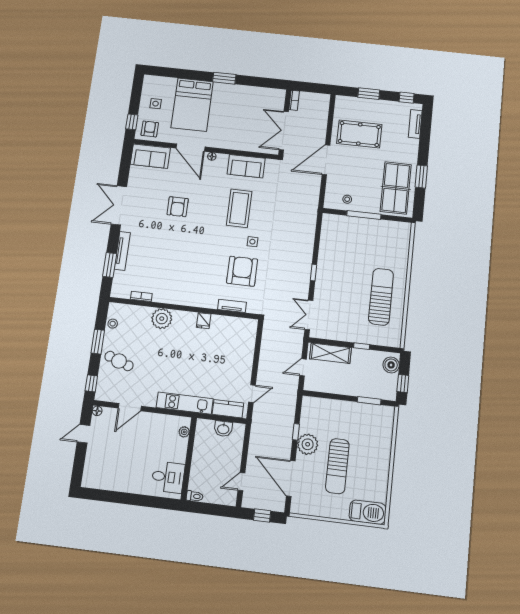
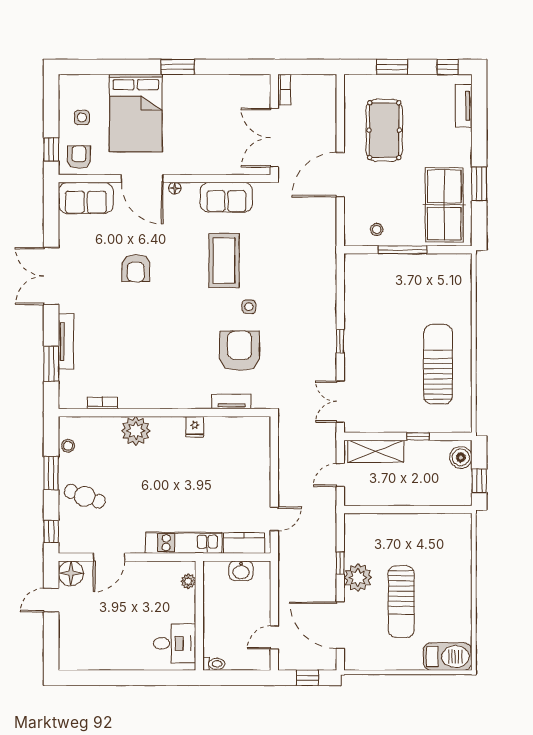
pool table: (359, 134) -> (384, 130), turned 90
window: (369, 401) -> (435, 510), removed
floor lamp: (97, 411) -> (71, 573), width x1.89, depth x1.89

